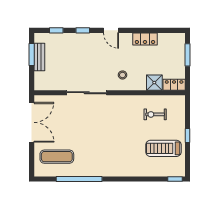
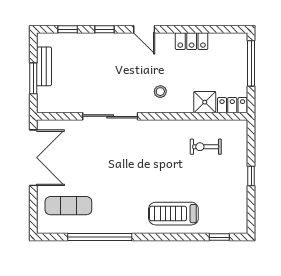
window: (32, 54) -> (33, 78), moved
window: (187, 55) -> (251, 63), width x1.44
treadmill: (163, 148) -> (173, 214), moved
window: (175, 179) -> (219, 237), moved

